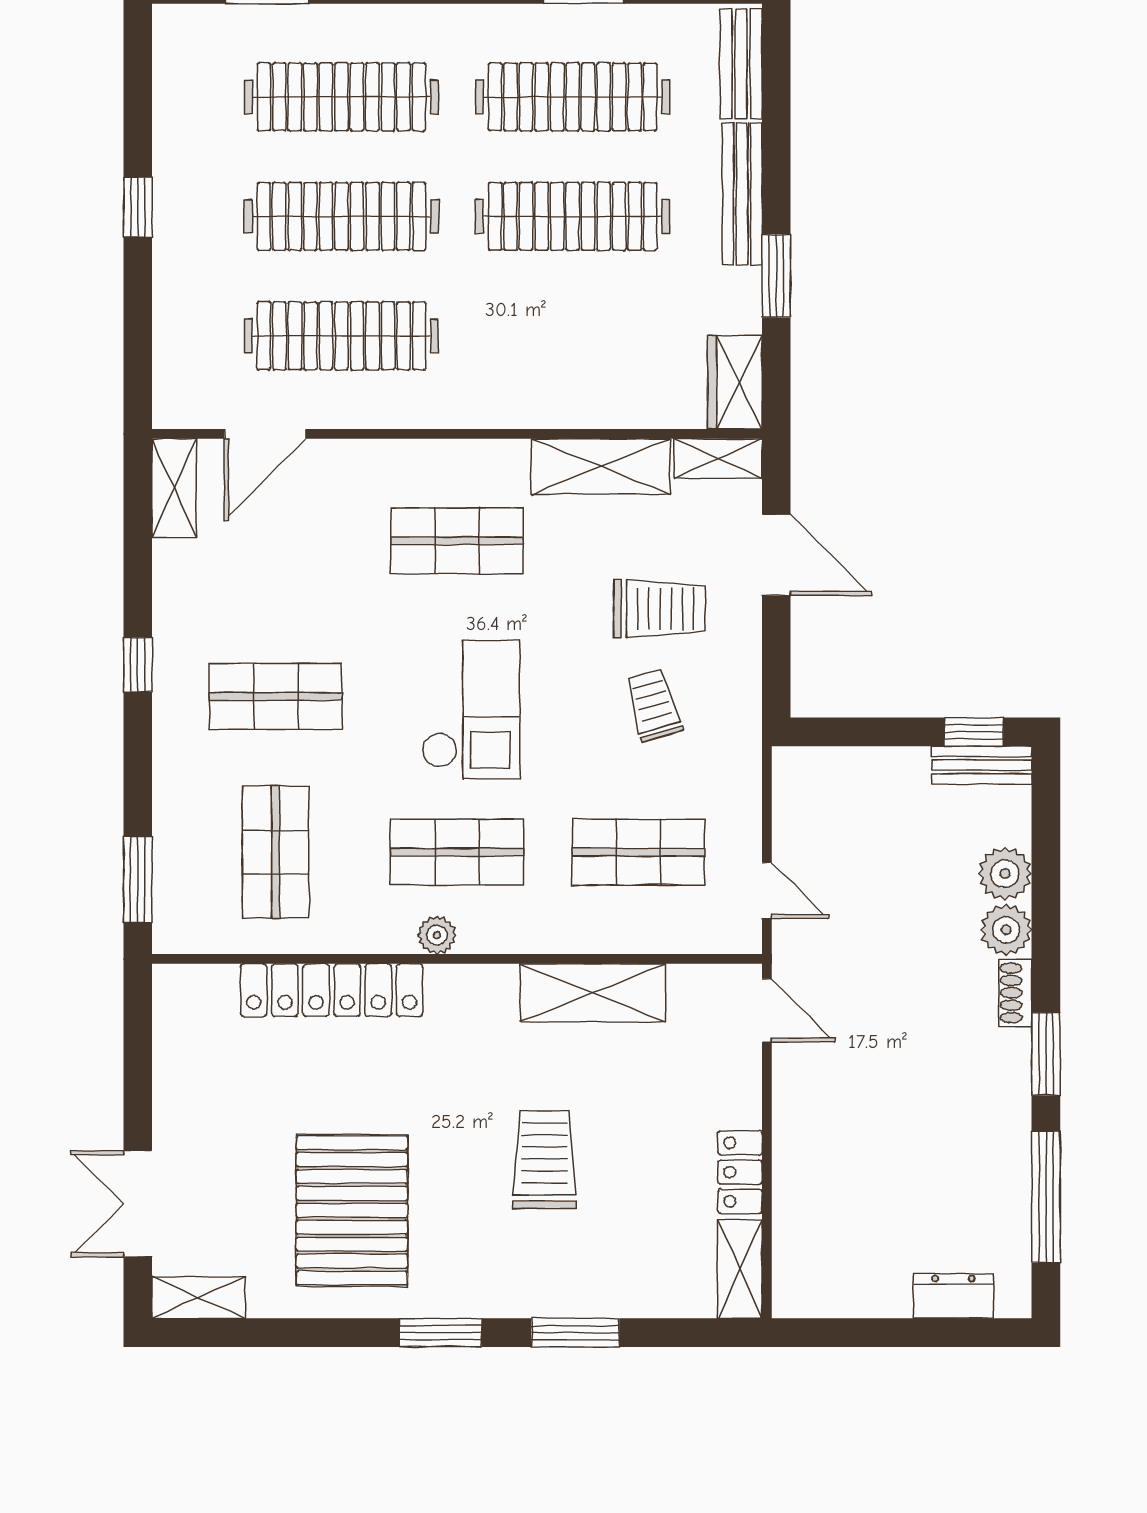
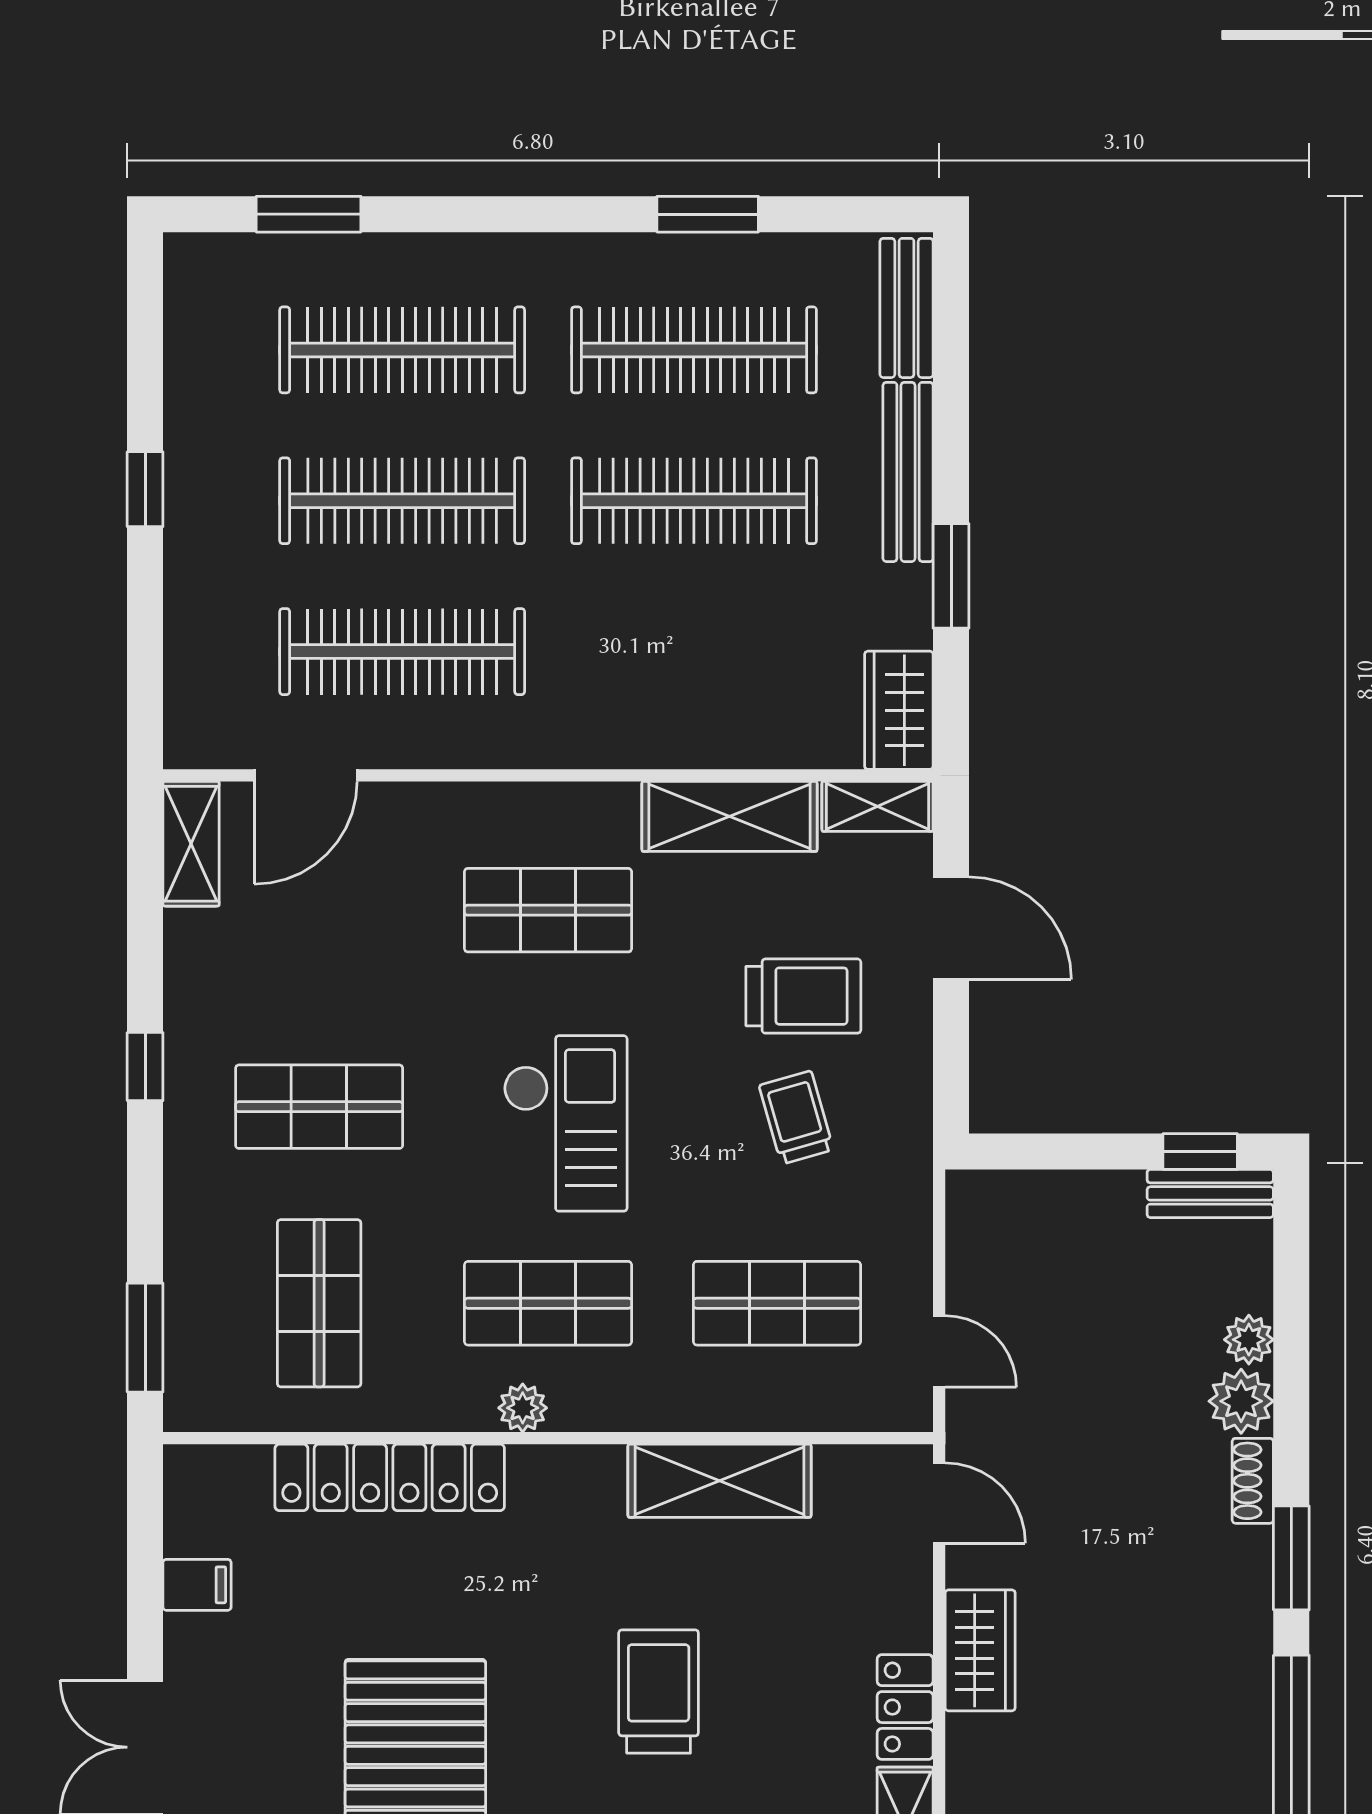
plant: (1005, 874) -> (1249, 1340), width x0.73, depth x0.73
filing cabinet: (179, 1075) -> (197, 1585), added
wardrobe: (799, 1127) -> (980, 1650), added

